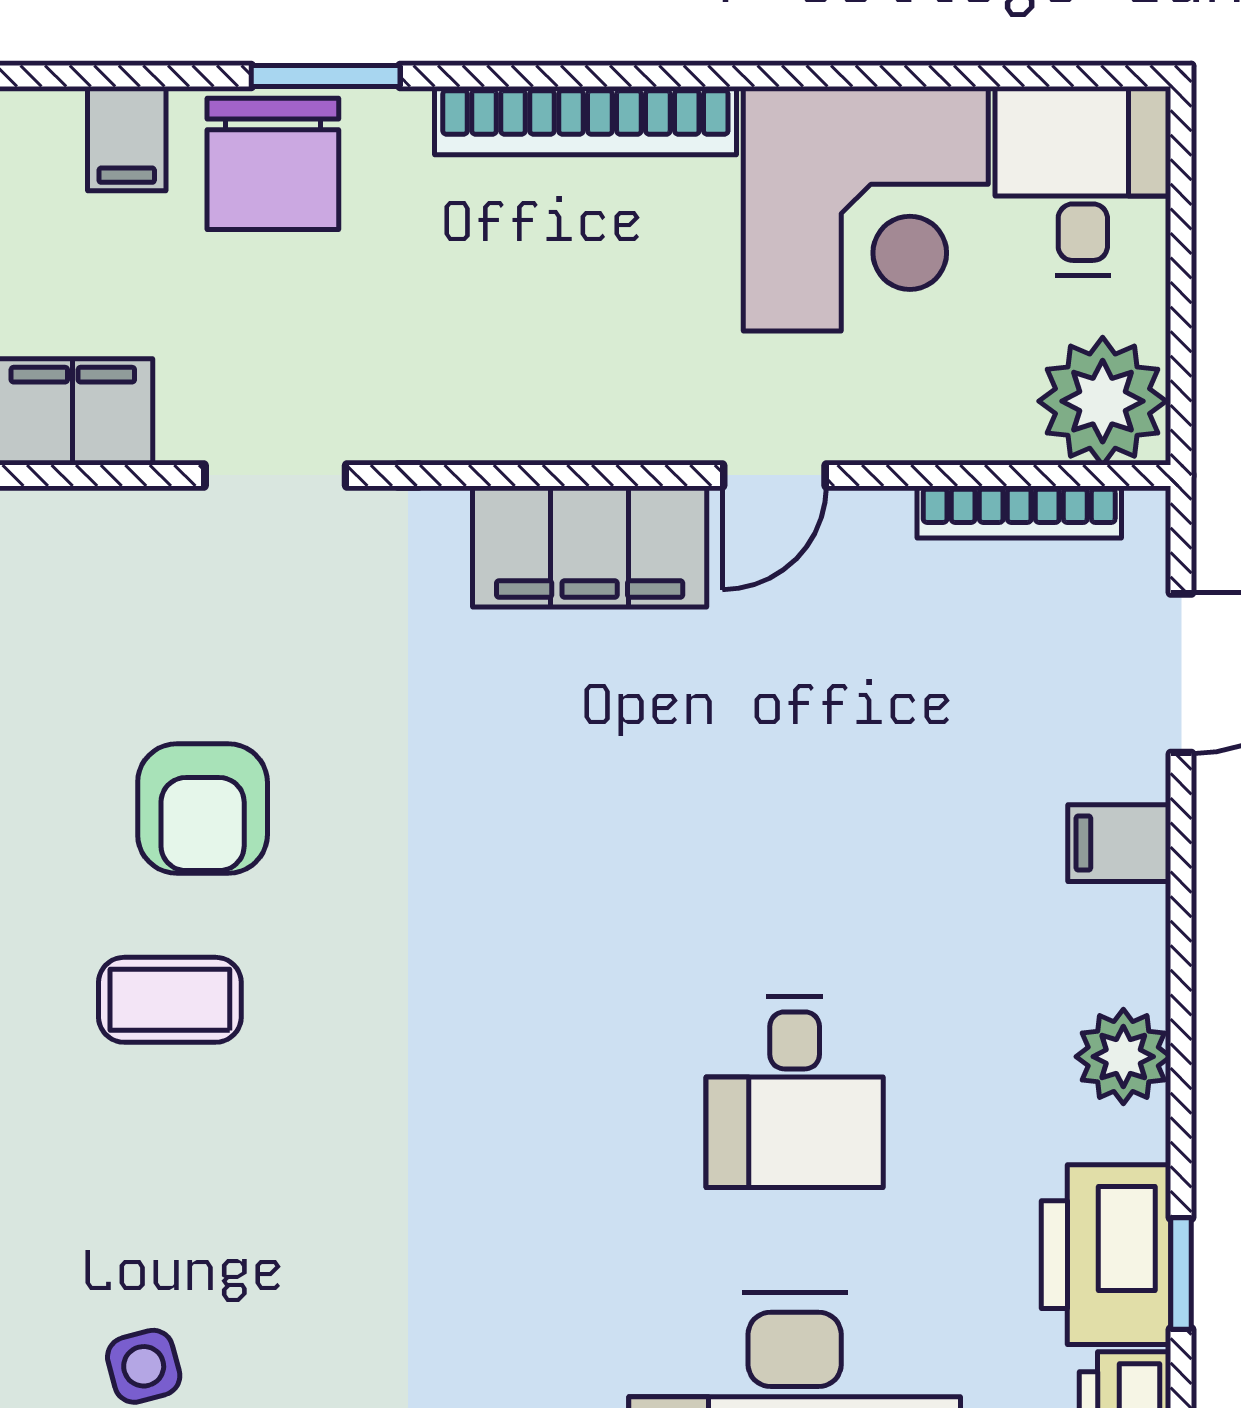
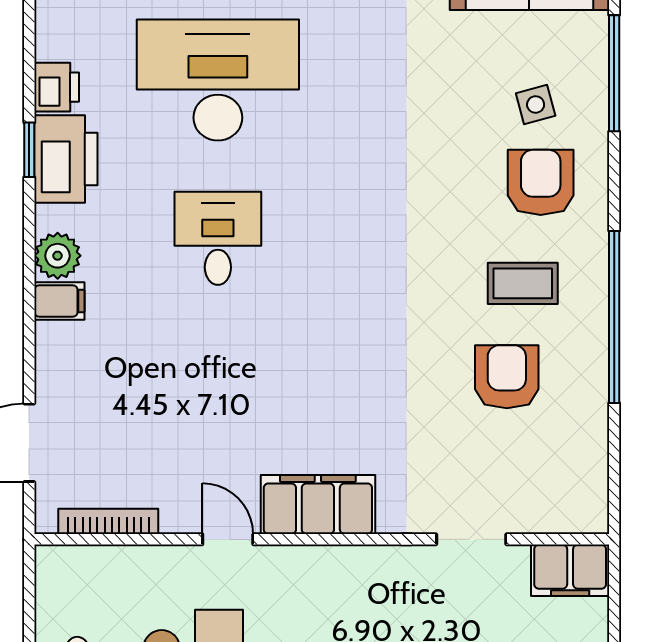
plant: (1103, 401) -> (68, 576), removed
door: (774, 475) -> (228, 539), hinge flipped
filing cabinet: (1119, 843) -> (59, 301), moved
armchair: (133, 1207) -> (541, 182), added

